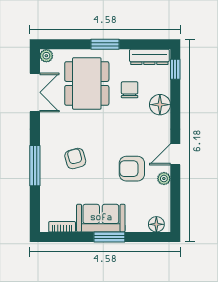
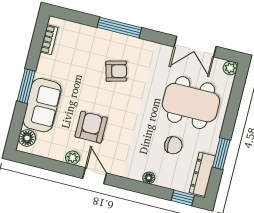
window: (105, 44) -> (221, 154), moved
floor lamp: (160, 105) -> (149, 178), width x0.53, depth x0.53
sofa: (101, 218) -> (42, 105), moved

